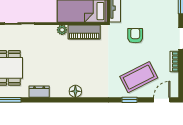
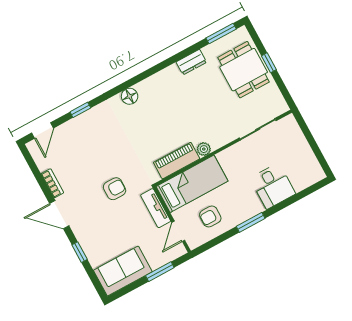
armchair: (135, 36) -> (115, 189), turned -90
coffee table: (139, 77) -> (84, 142), removed
floor lamp: (75, 91) -> (130, 96), moved

